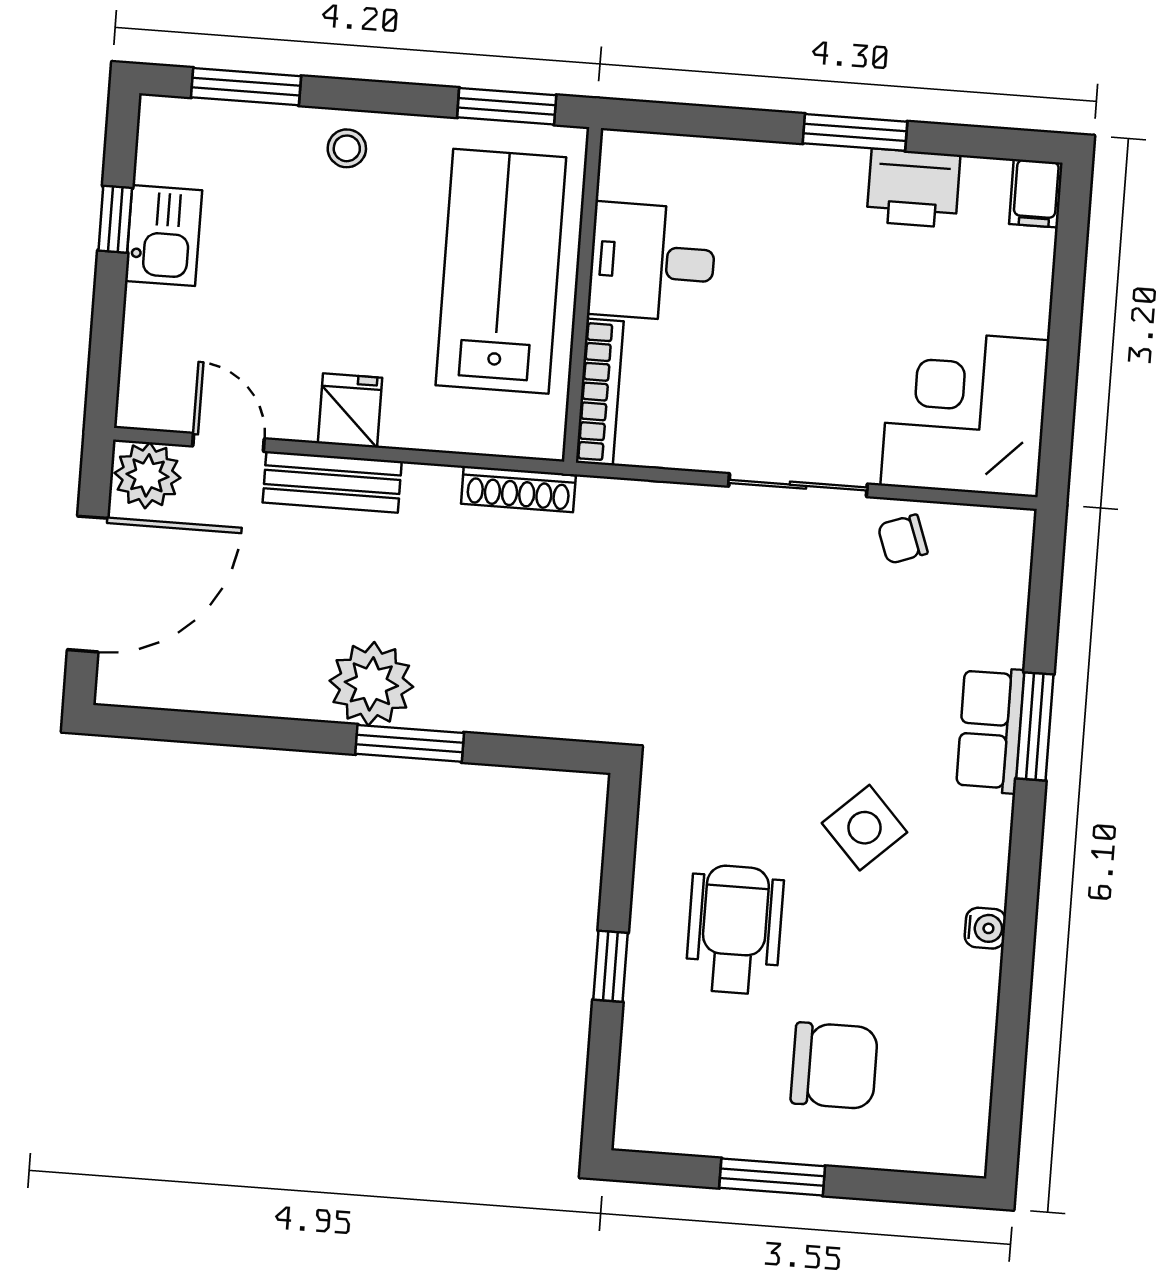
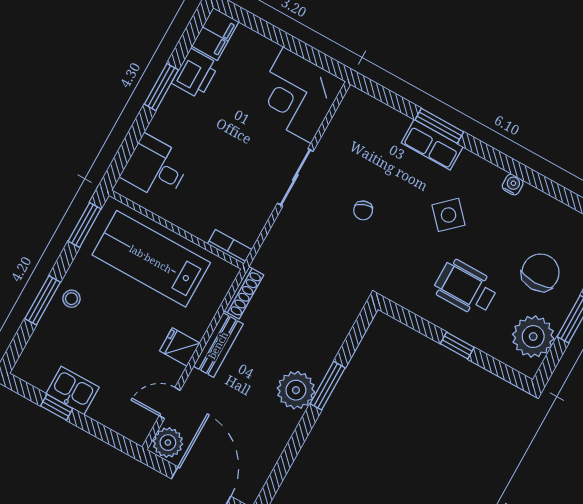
window: (246, 87) -> (43, 300), moved
filing cabinet: (1036, 193) -> (215, 34), width x2.00
desk: (652, 262) -> (155, 168), moved, turned 90
bookcase: (600, 392) -> (230, 247), width x0.64
bench: (332, 482) -> (218, 345), moved
chair: (903, 539) -> (363, 210), moved
plant: (699, 1110) -> (533, 337), added

